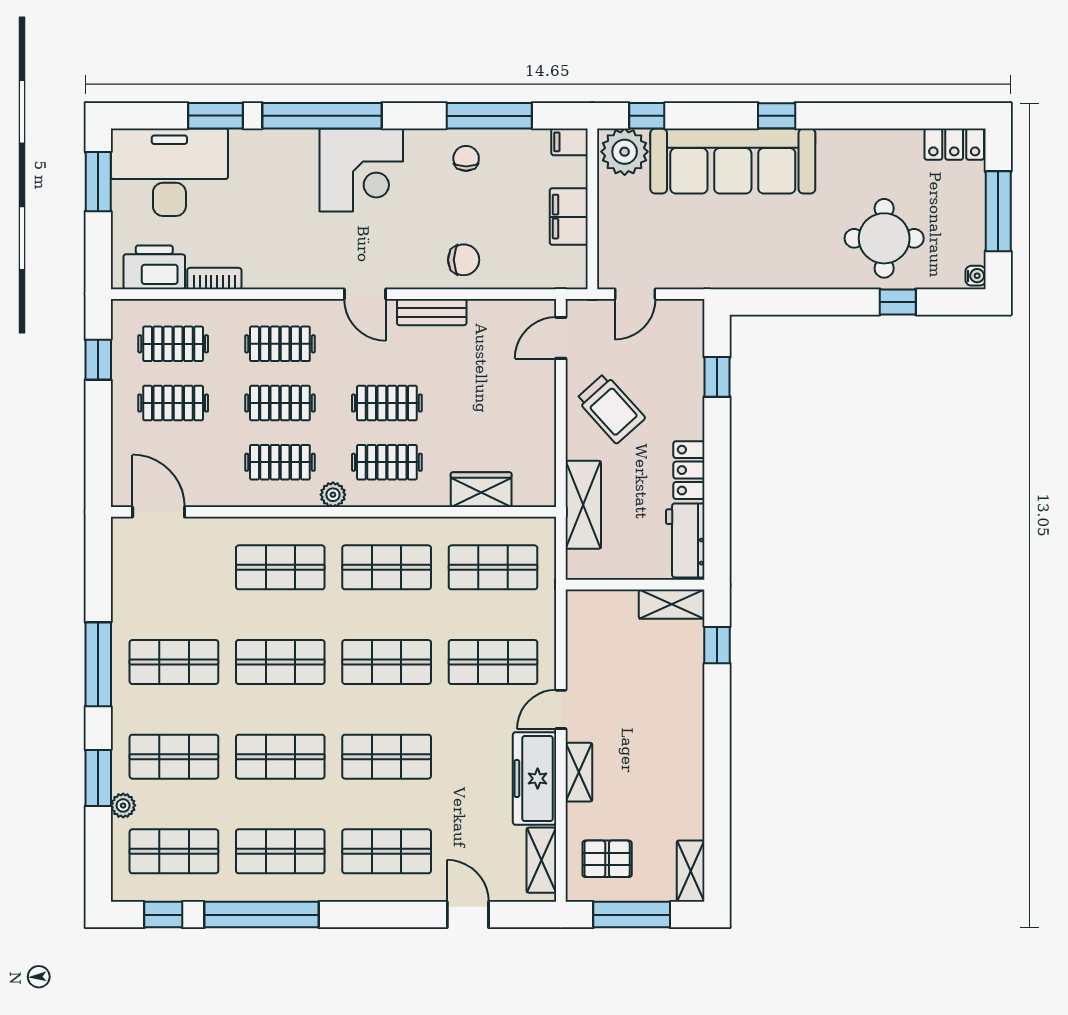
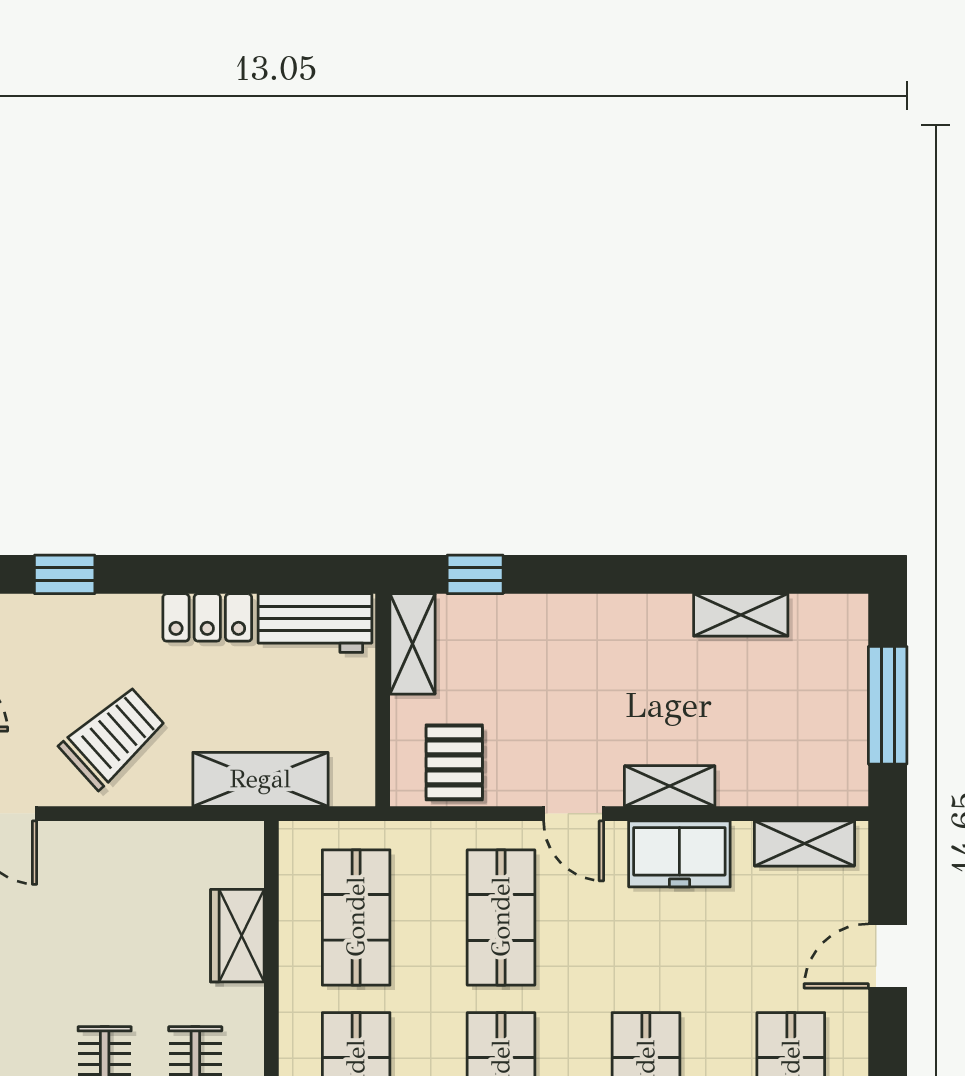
freezer: (535, 779) -> (679, 854), width x0.71
pallet: (607, 859) -> (454, 762), moved
shelving: (691, 871) -> (741, 615), moved

